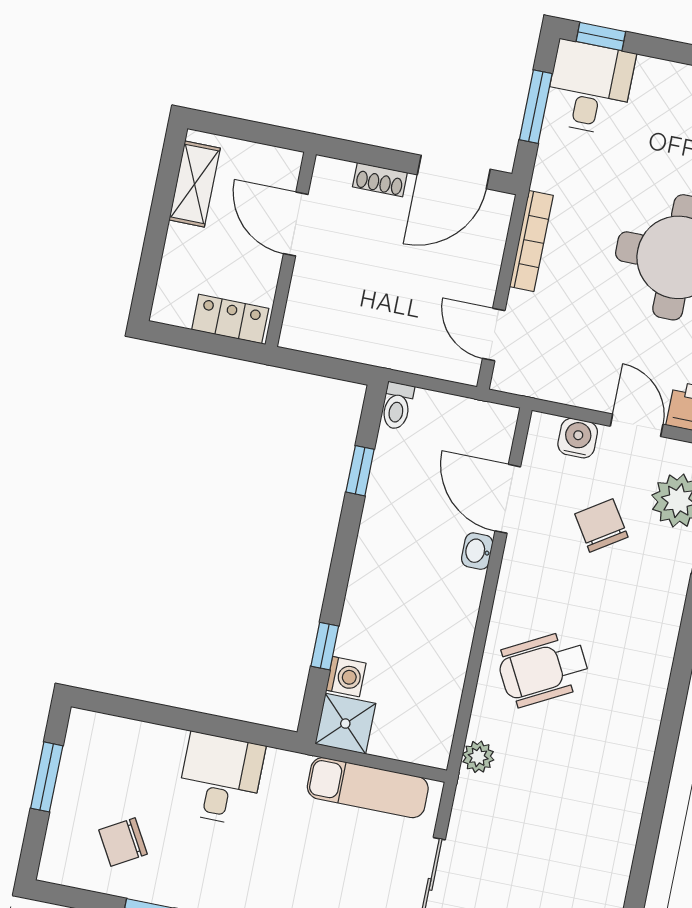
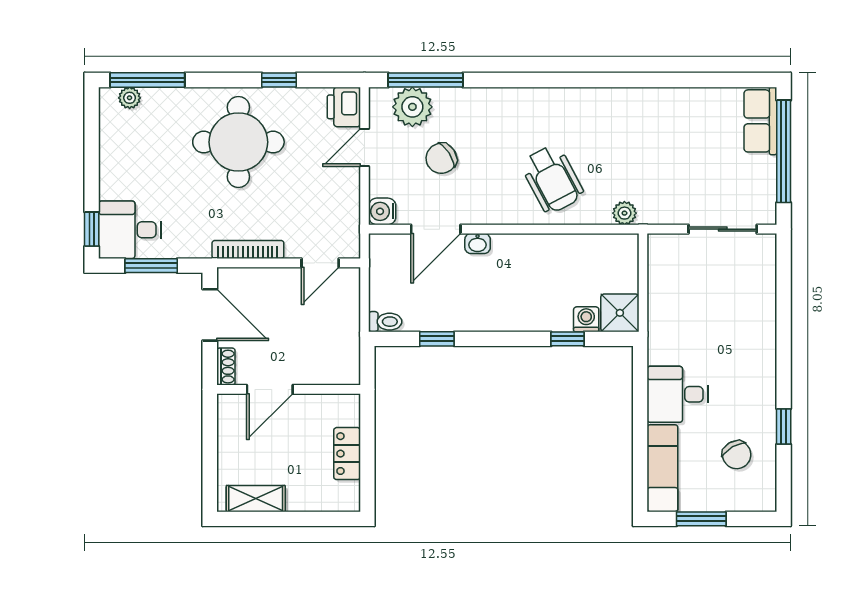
door: (296, 224) -> (270, 389), moved
wall: (291, 249) -> (289, 389), moved
water cooler: (578, 438) -> (382, 211), moved
exam couch: (368, 788) -> (662, 468), moved

